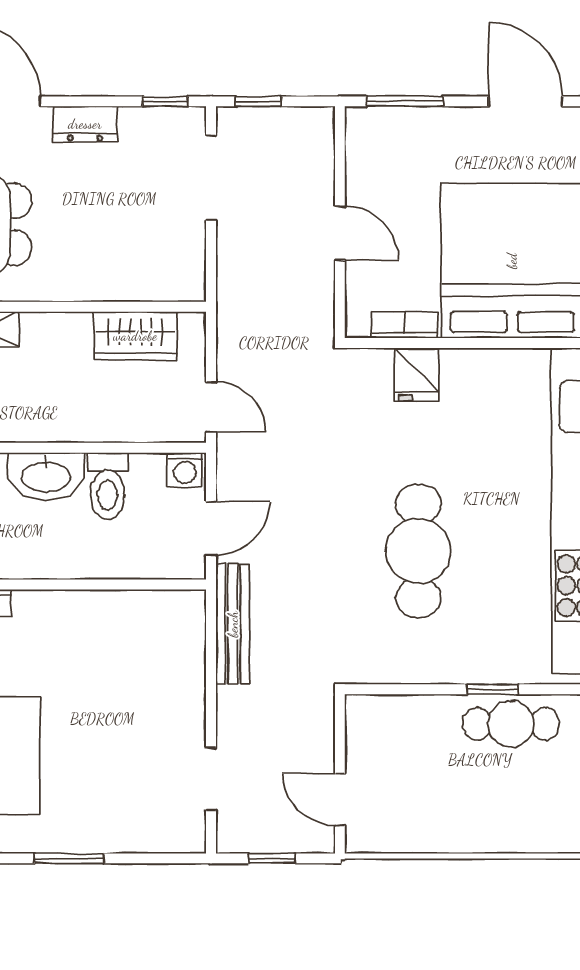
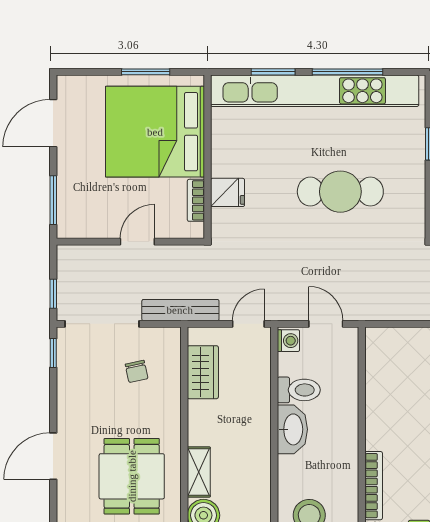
dresser: (85, 124) -> (68, 404), removed
doorway: (211, 178) -> (102, 324), width x1.36
chair: (137, 232) -> (137, 371), added
bench: (233, 624) -> (180, 310), moved

